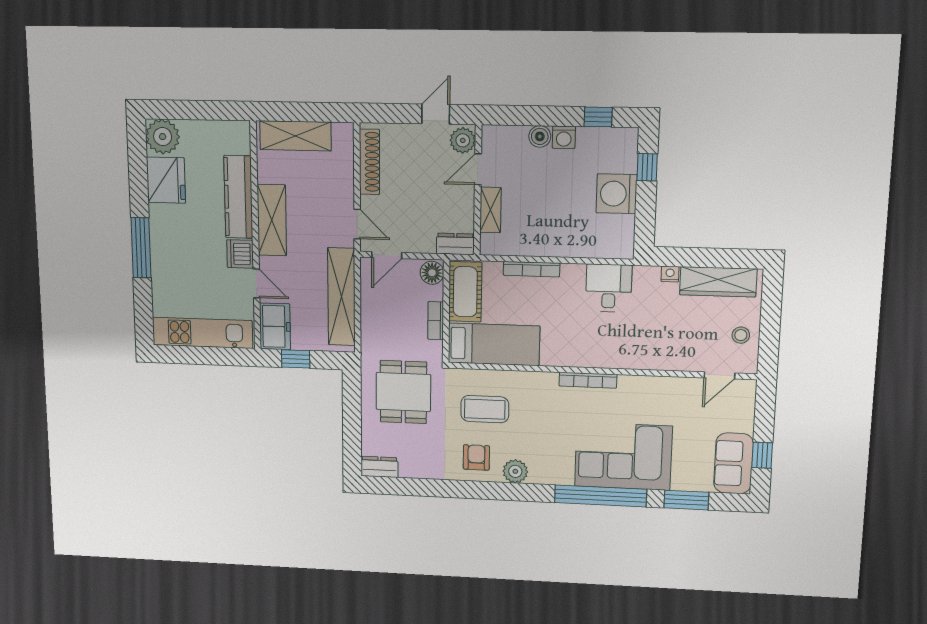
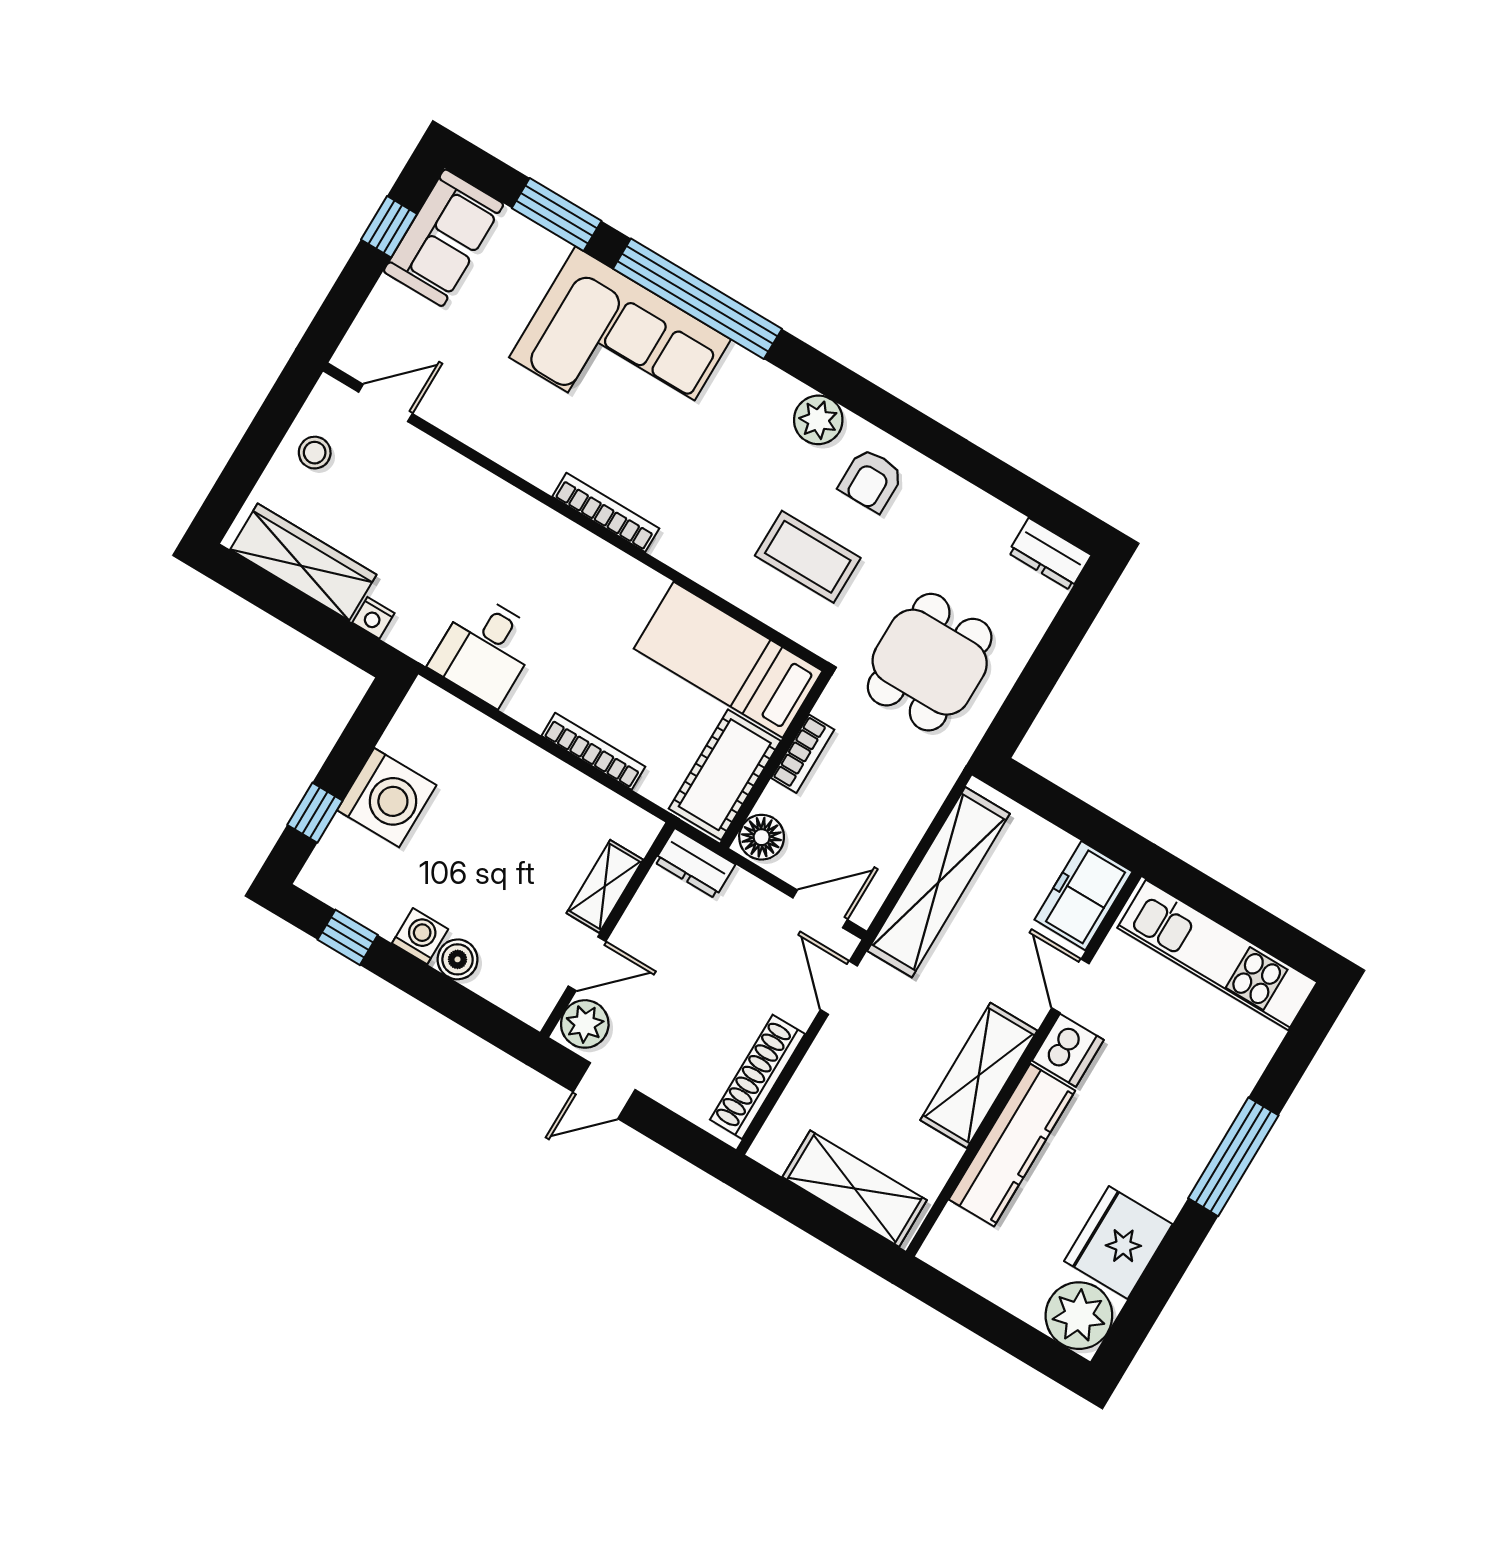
window: (296, 359) -> (1082, 821), removed

